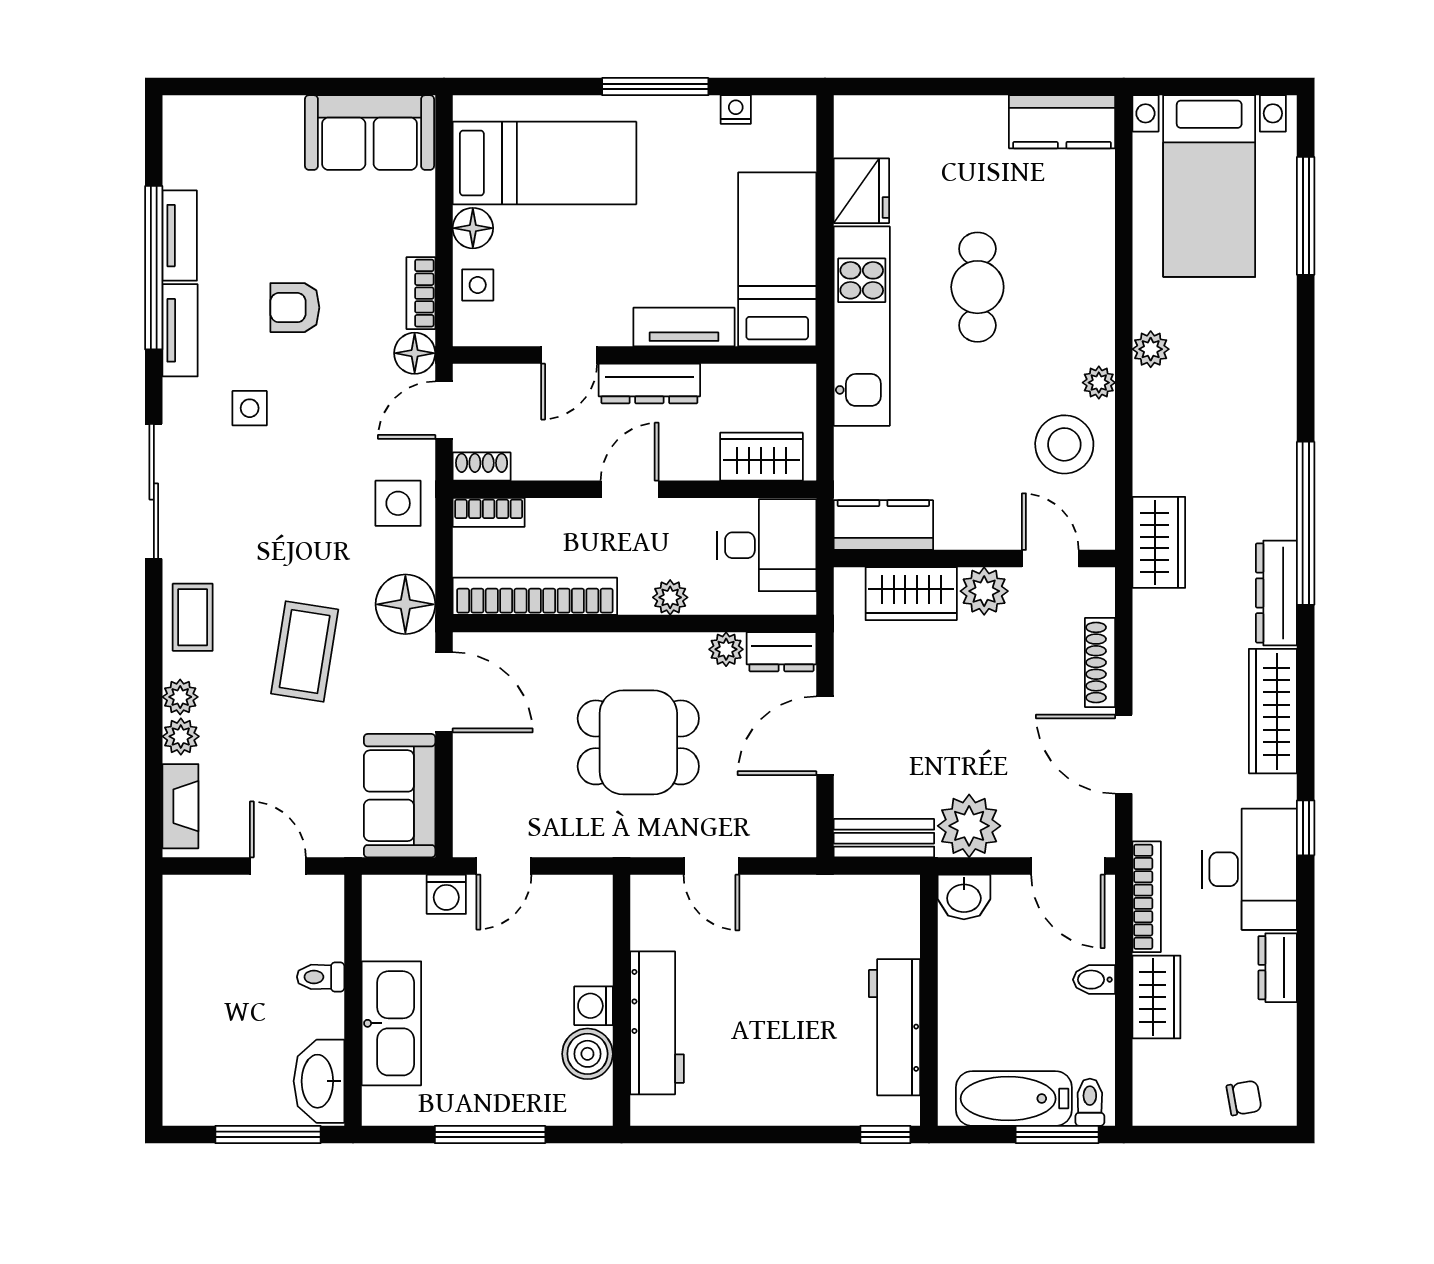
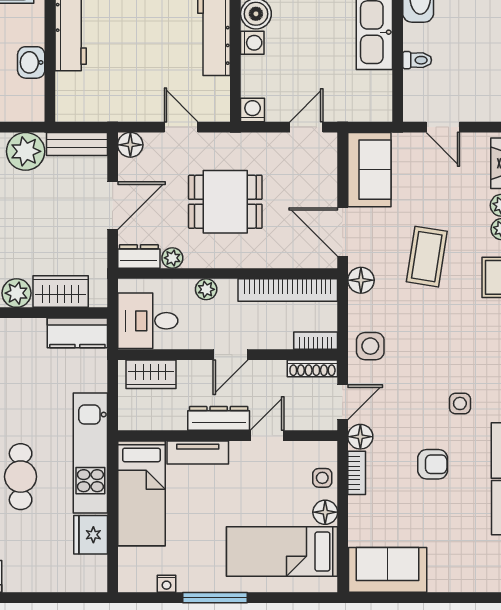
shoe rack: (482, 467) -> (312, 368), width x1.43
floor lamp: (405, 604) -> (361, 280), width x0.73, depth x0.73
floor lamp: (796, 837) -> (130, 145), added
washing machine: (446, 894) -> (253, 110), moved
washbasin: (964, 897) -> (31, 62), moved, turned -90

